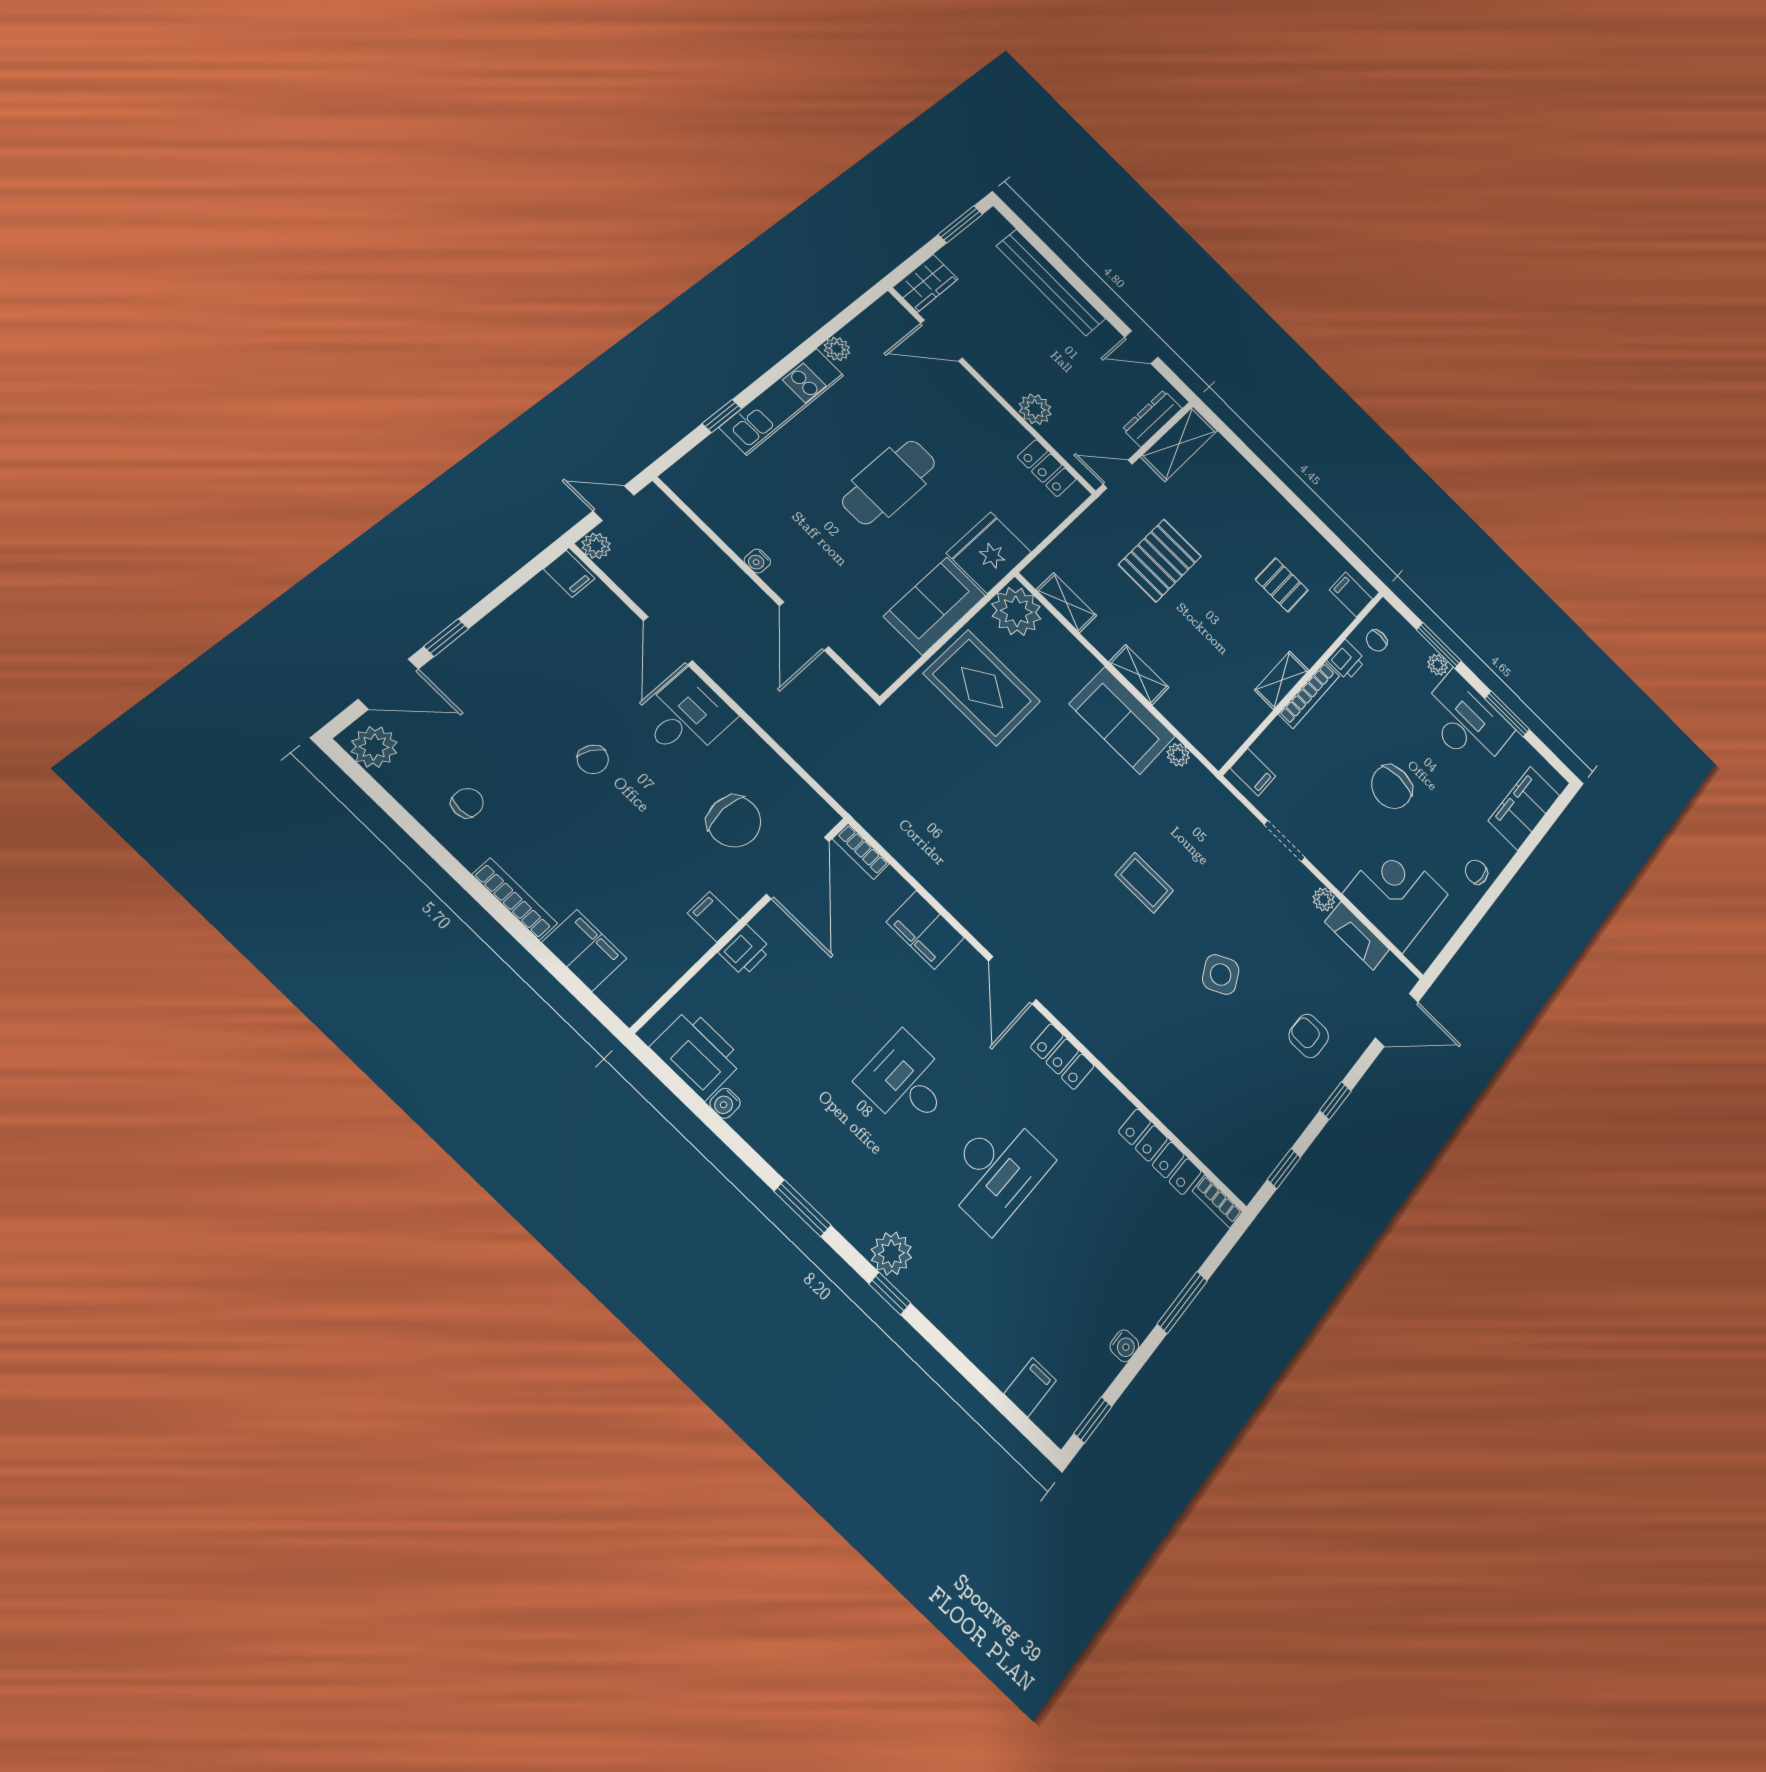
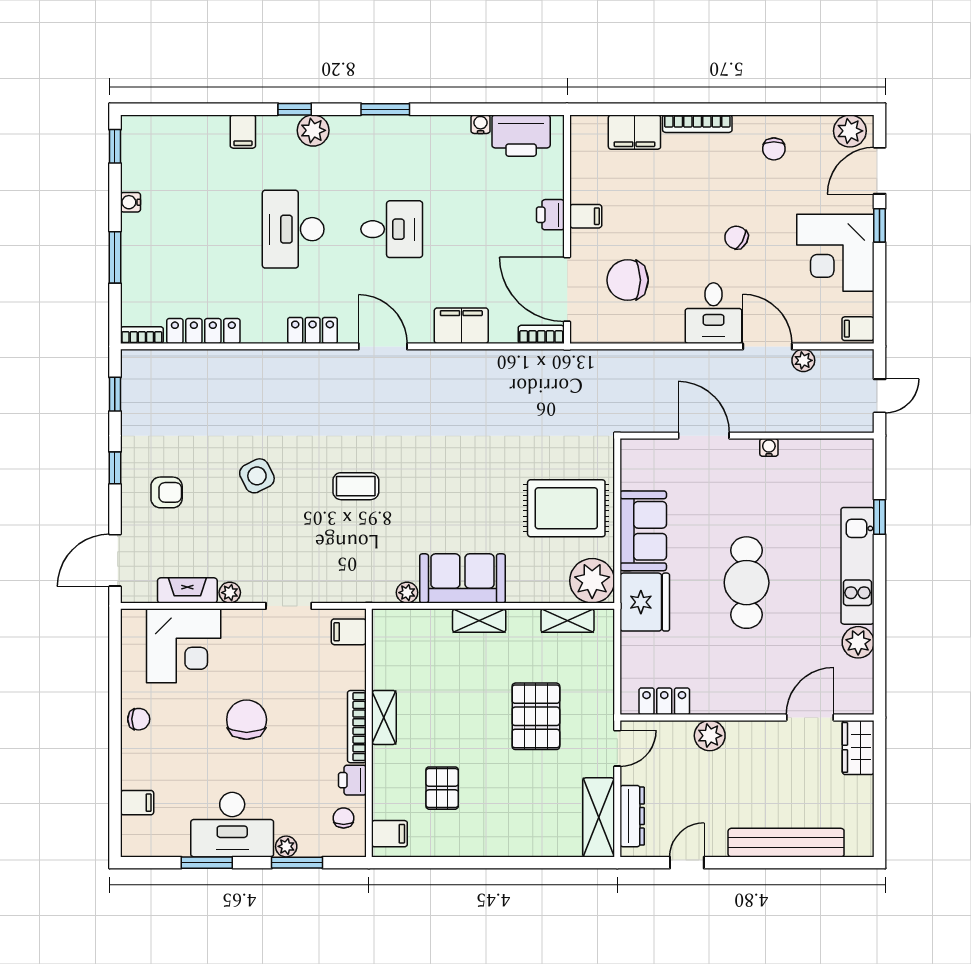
window: (960, 224) -> (880, 818), removed
plant: (837, 349) -> (858, 642), width x1.38, depth x1.38
plant: (596, 546) -> (803, 360), moved
pallet: (1282, 585) -> (442, 788), turned 90
corner desk: (515, 656) -> (835, 253), added
filing cabinet: (1524, 808) -> (137, 803), width x0.33, depth x0.86
filing cabinet: (1030, 1387) -> (243, 132), moved

